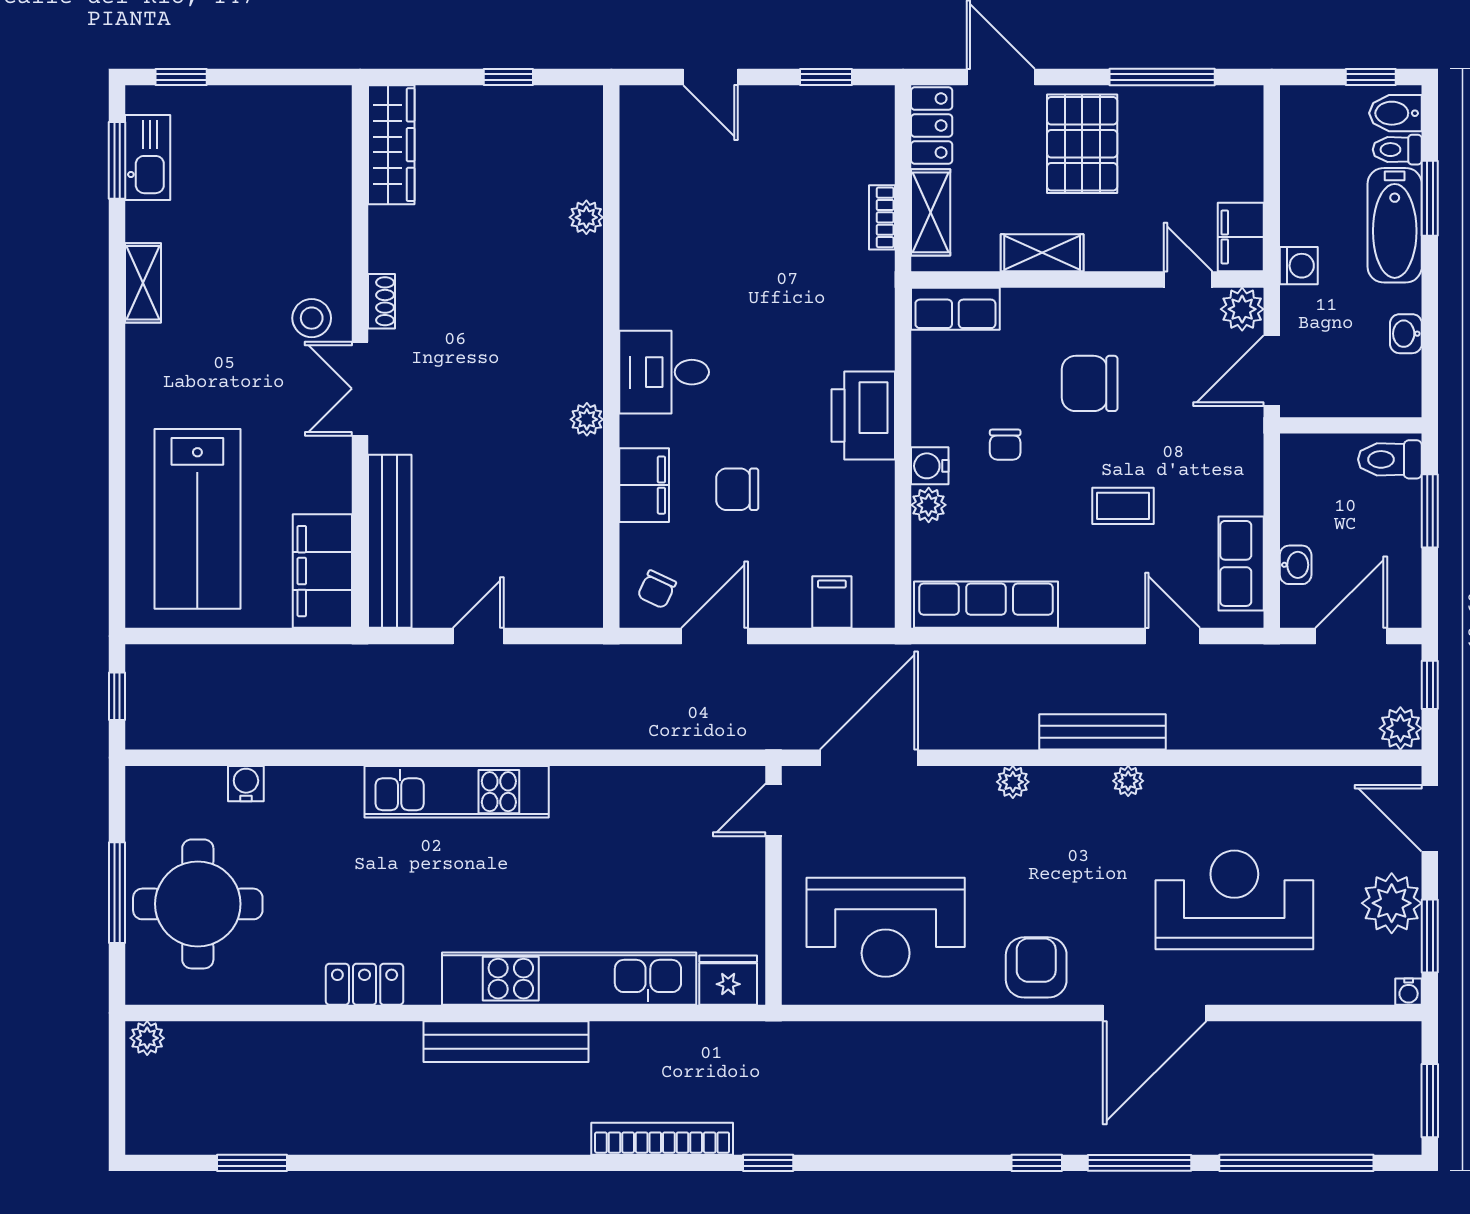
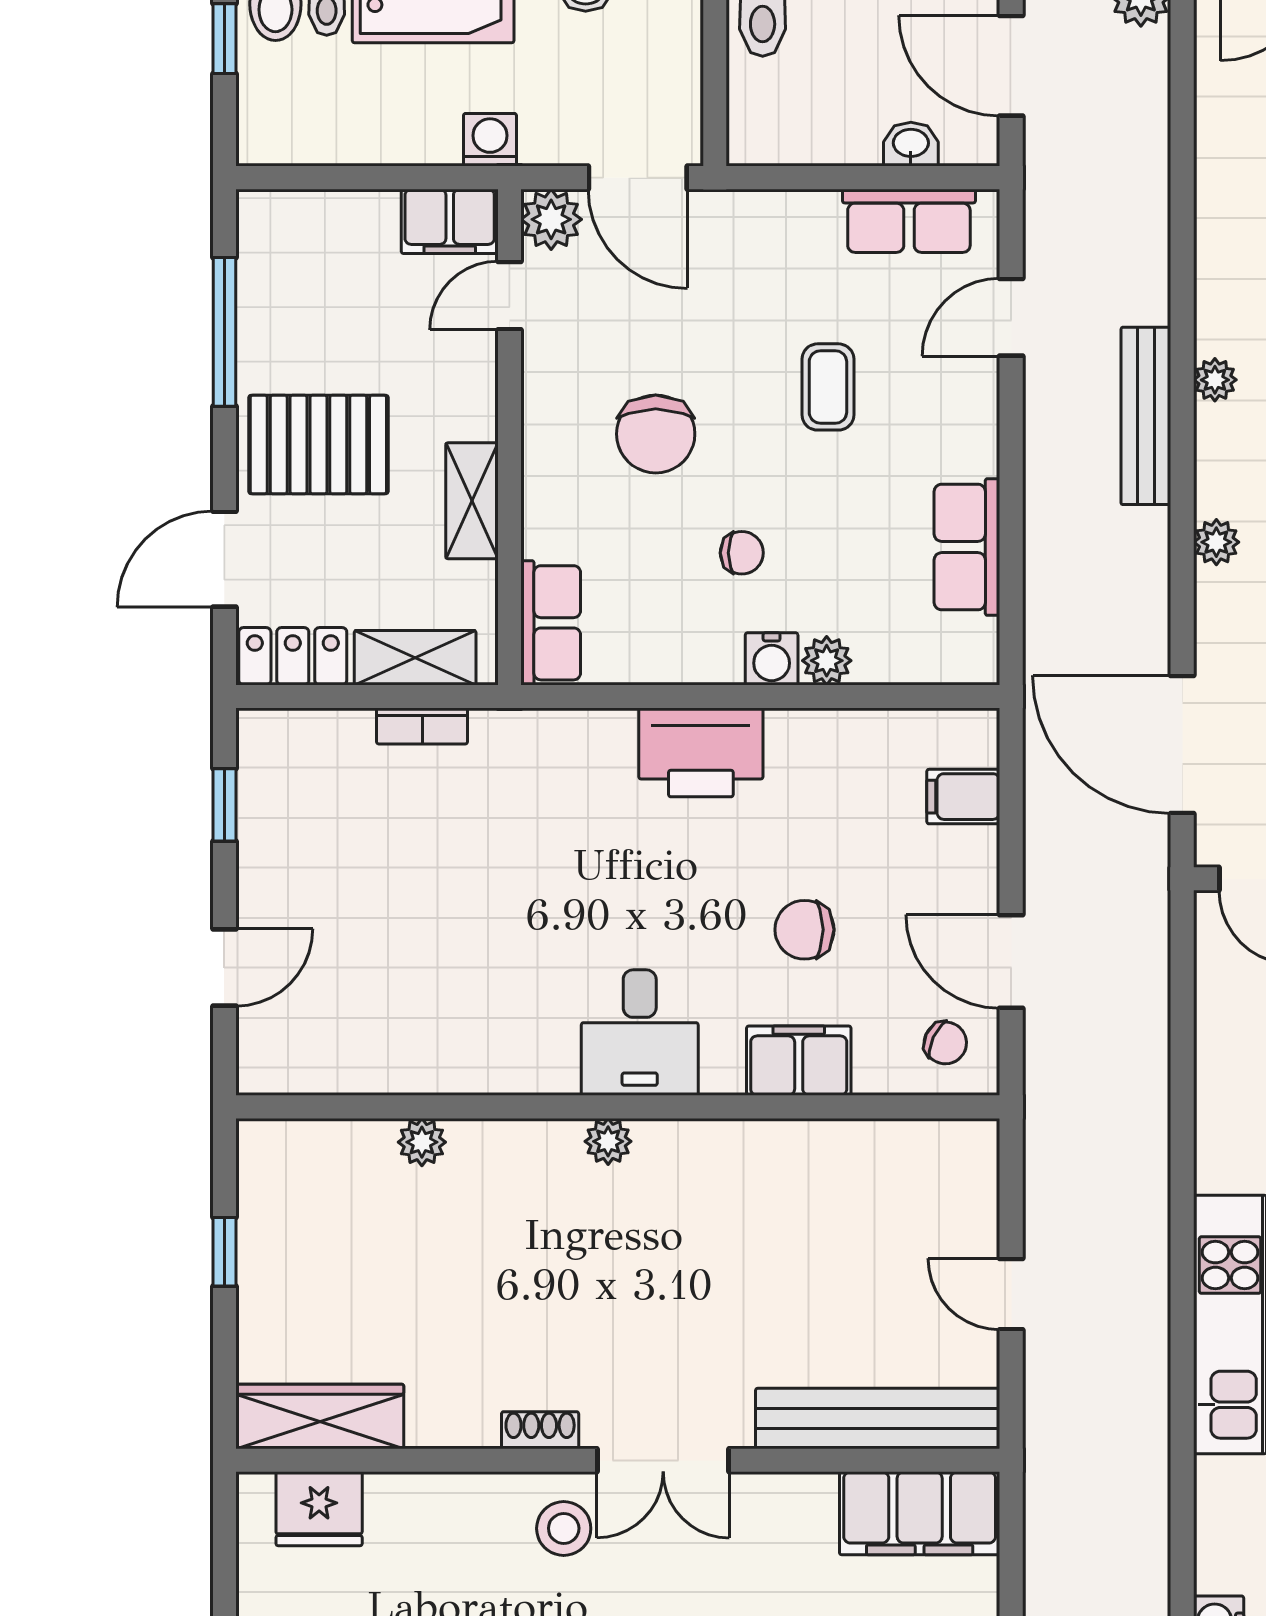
fridge: (326, 144) -> (319, 1509), added
plant: (587, 419) -> (608, 1141), moved
chair: (737, 489) -> (804, 930), turned 90
row of seats: (986, 605) -> (967, 547), width x0.68

